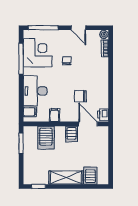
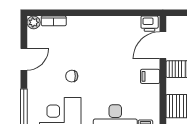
chair: (80, 96) -> (123, 56), removed
filing cabinet: (55, 115) -> (150, 76), moved

